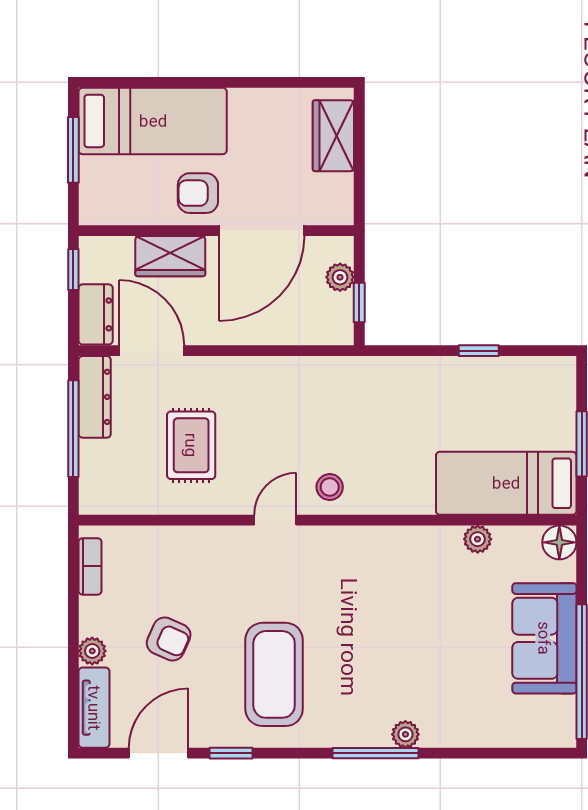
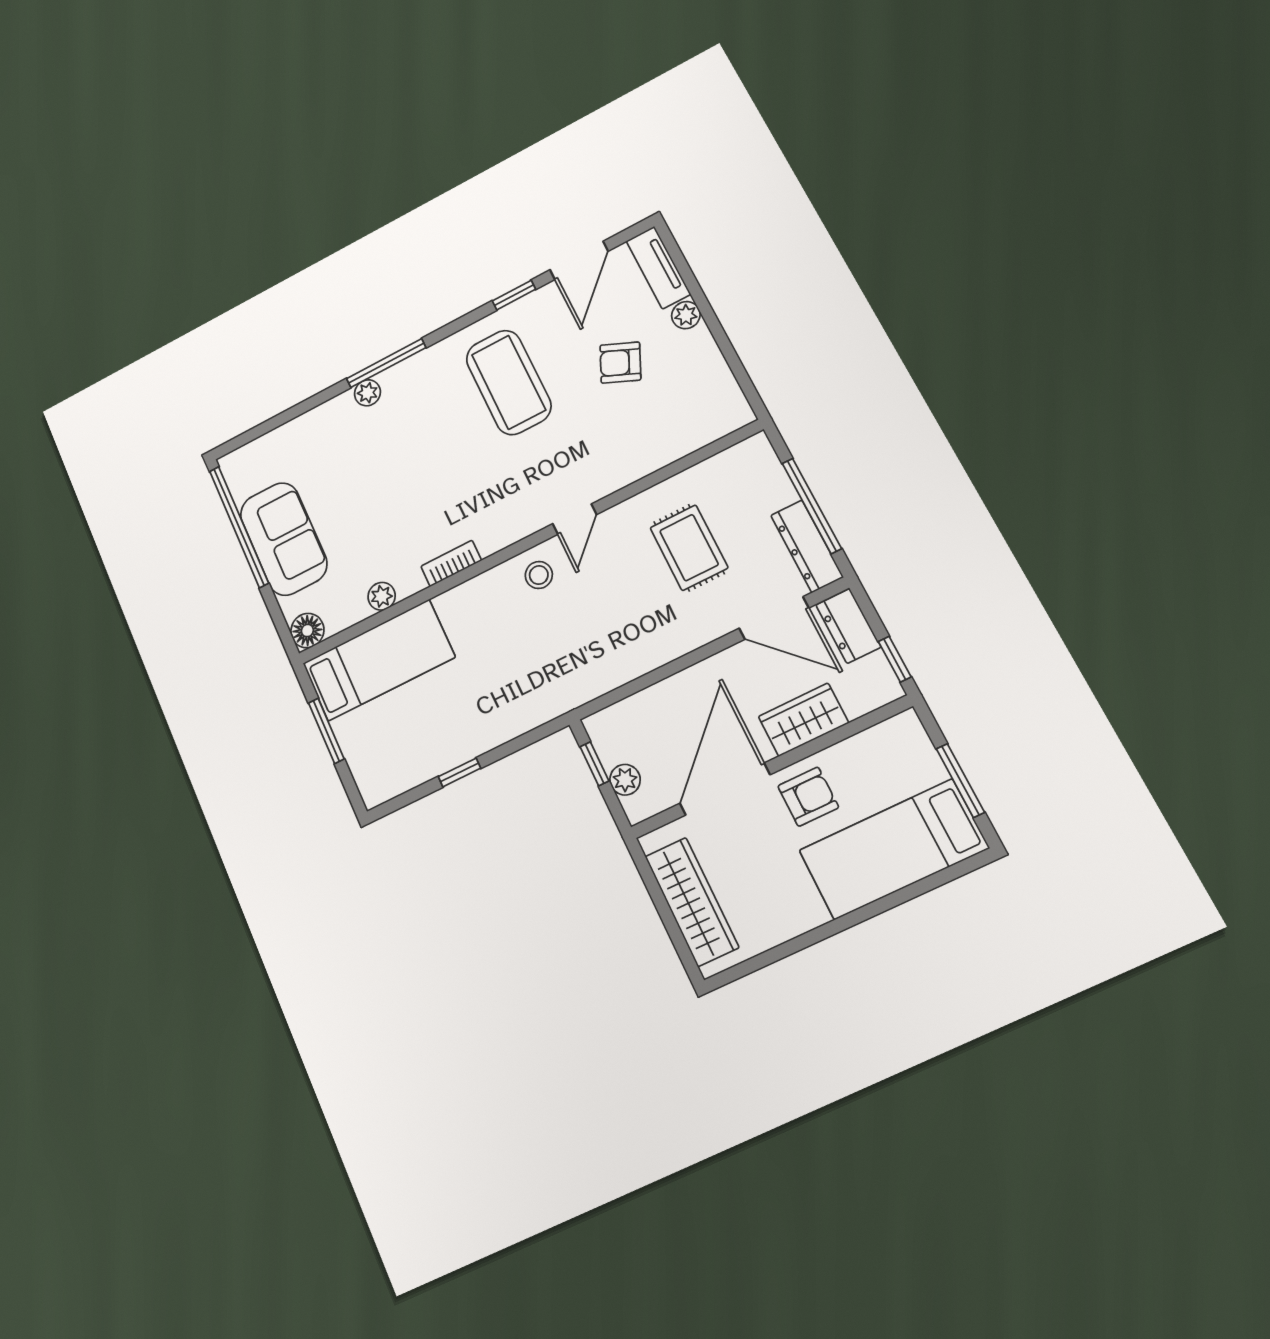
wardrobe: (333, 136) -> (692, 902), width x1.50
bookcase: (90, 566) -> (451, 563), moved, turned 90

